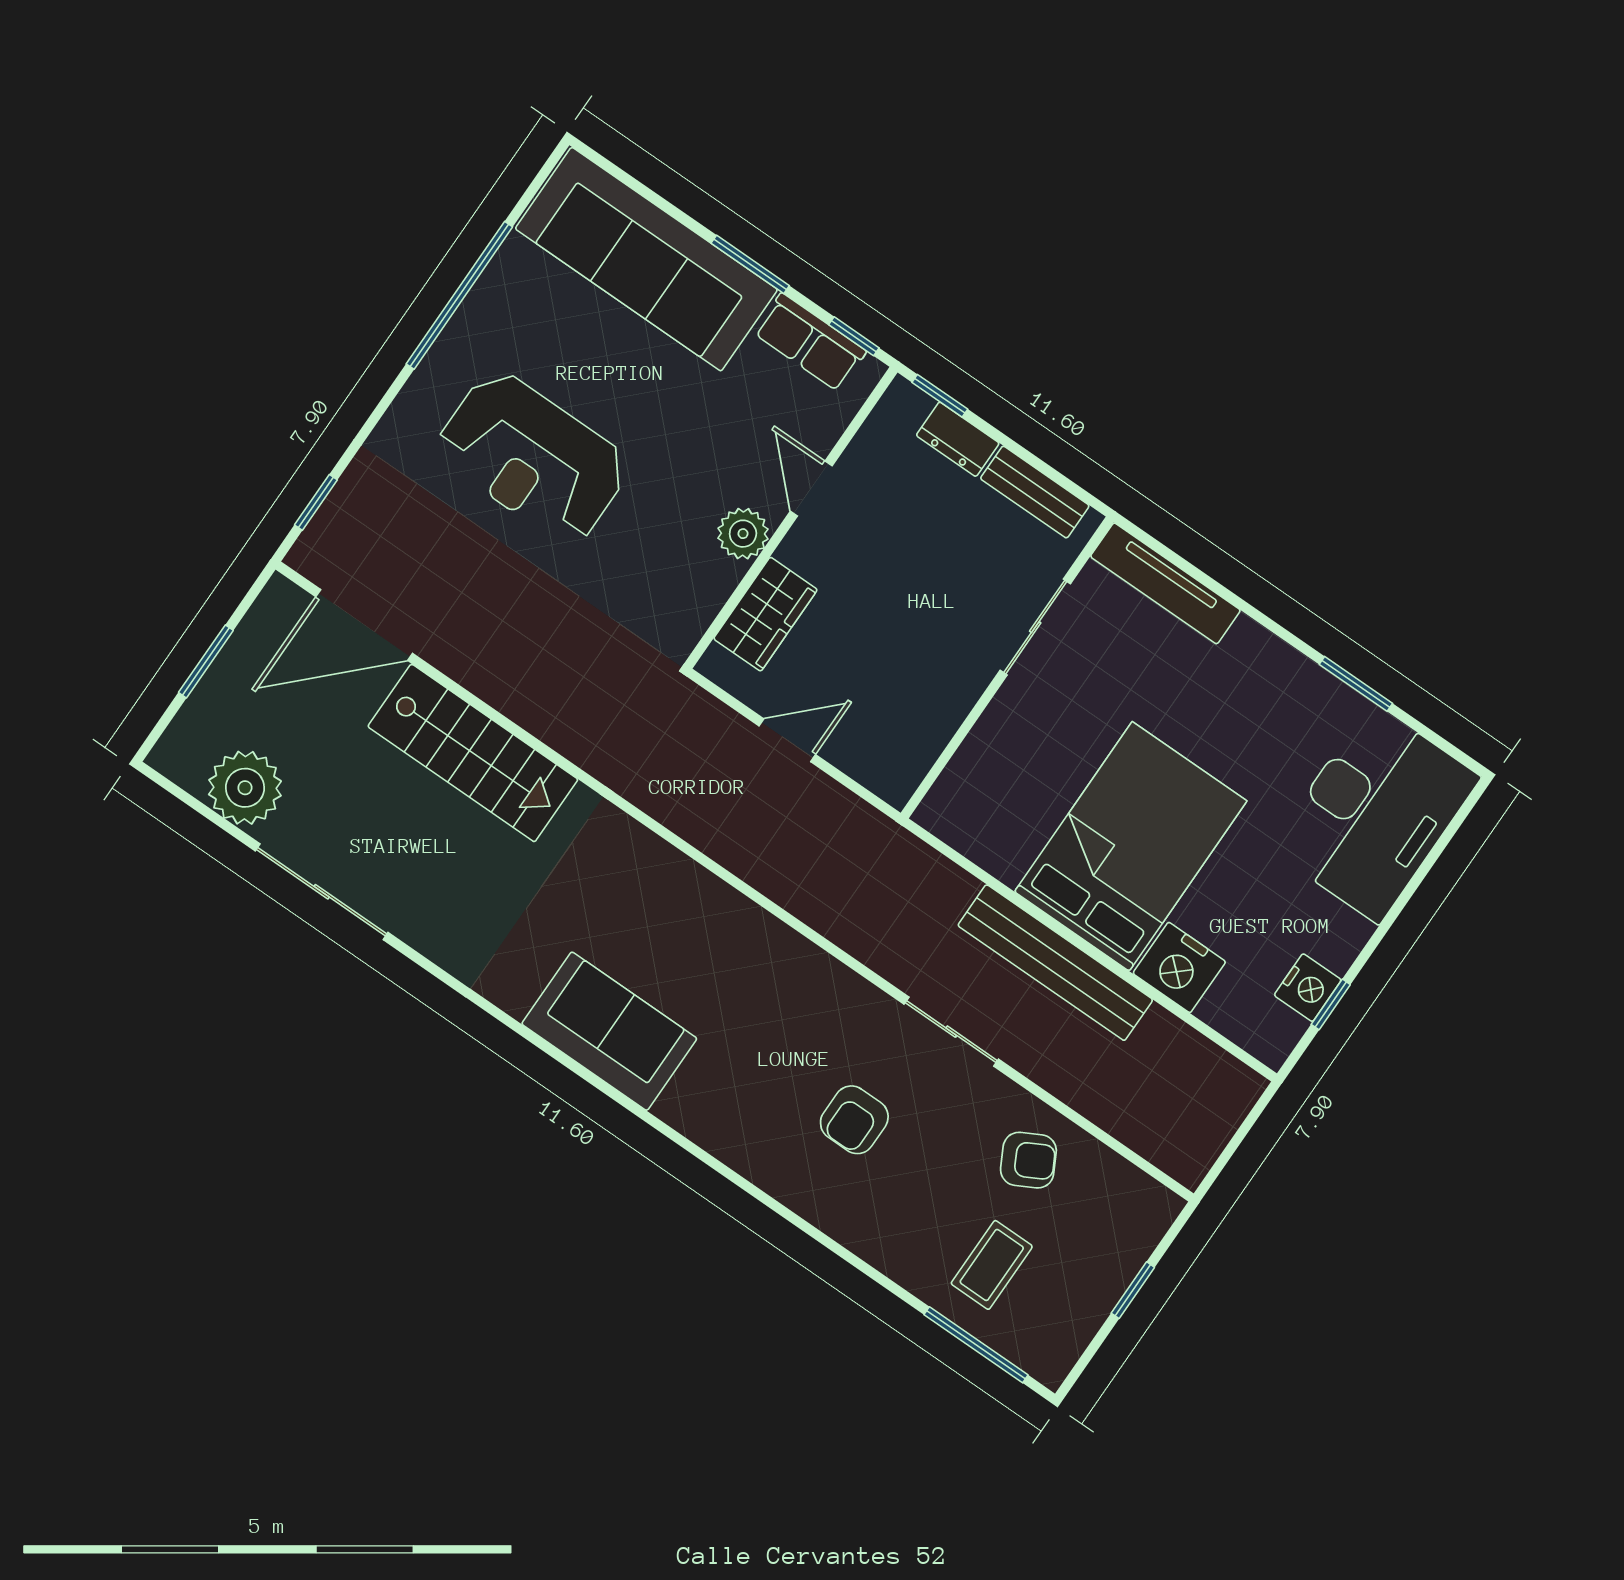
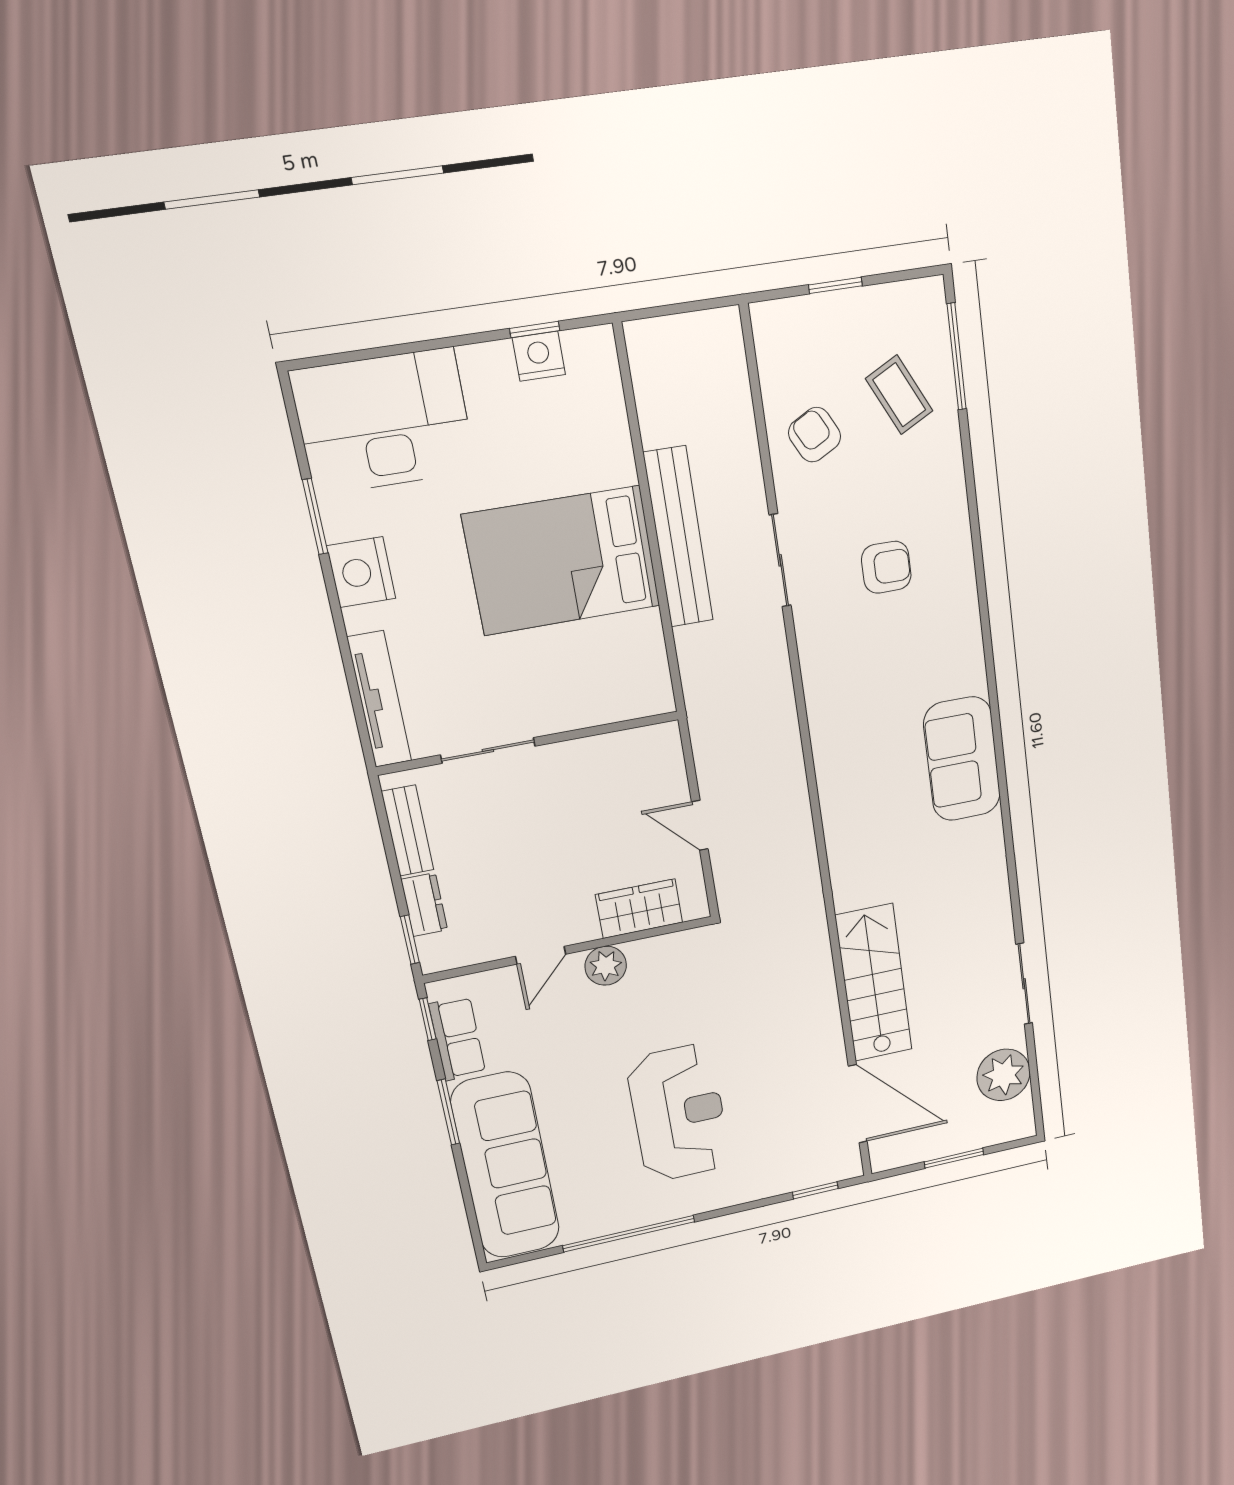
sliding door: (322, 892) -> (1024, 984), width x0.73
nightstand: (1179, 967) -> (361, 572), moved, turned 180
coffee table: (992, 1265) -> (899, 395), turned 63

